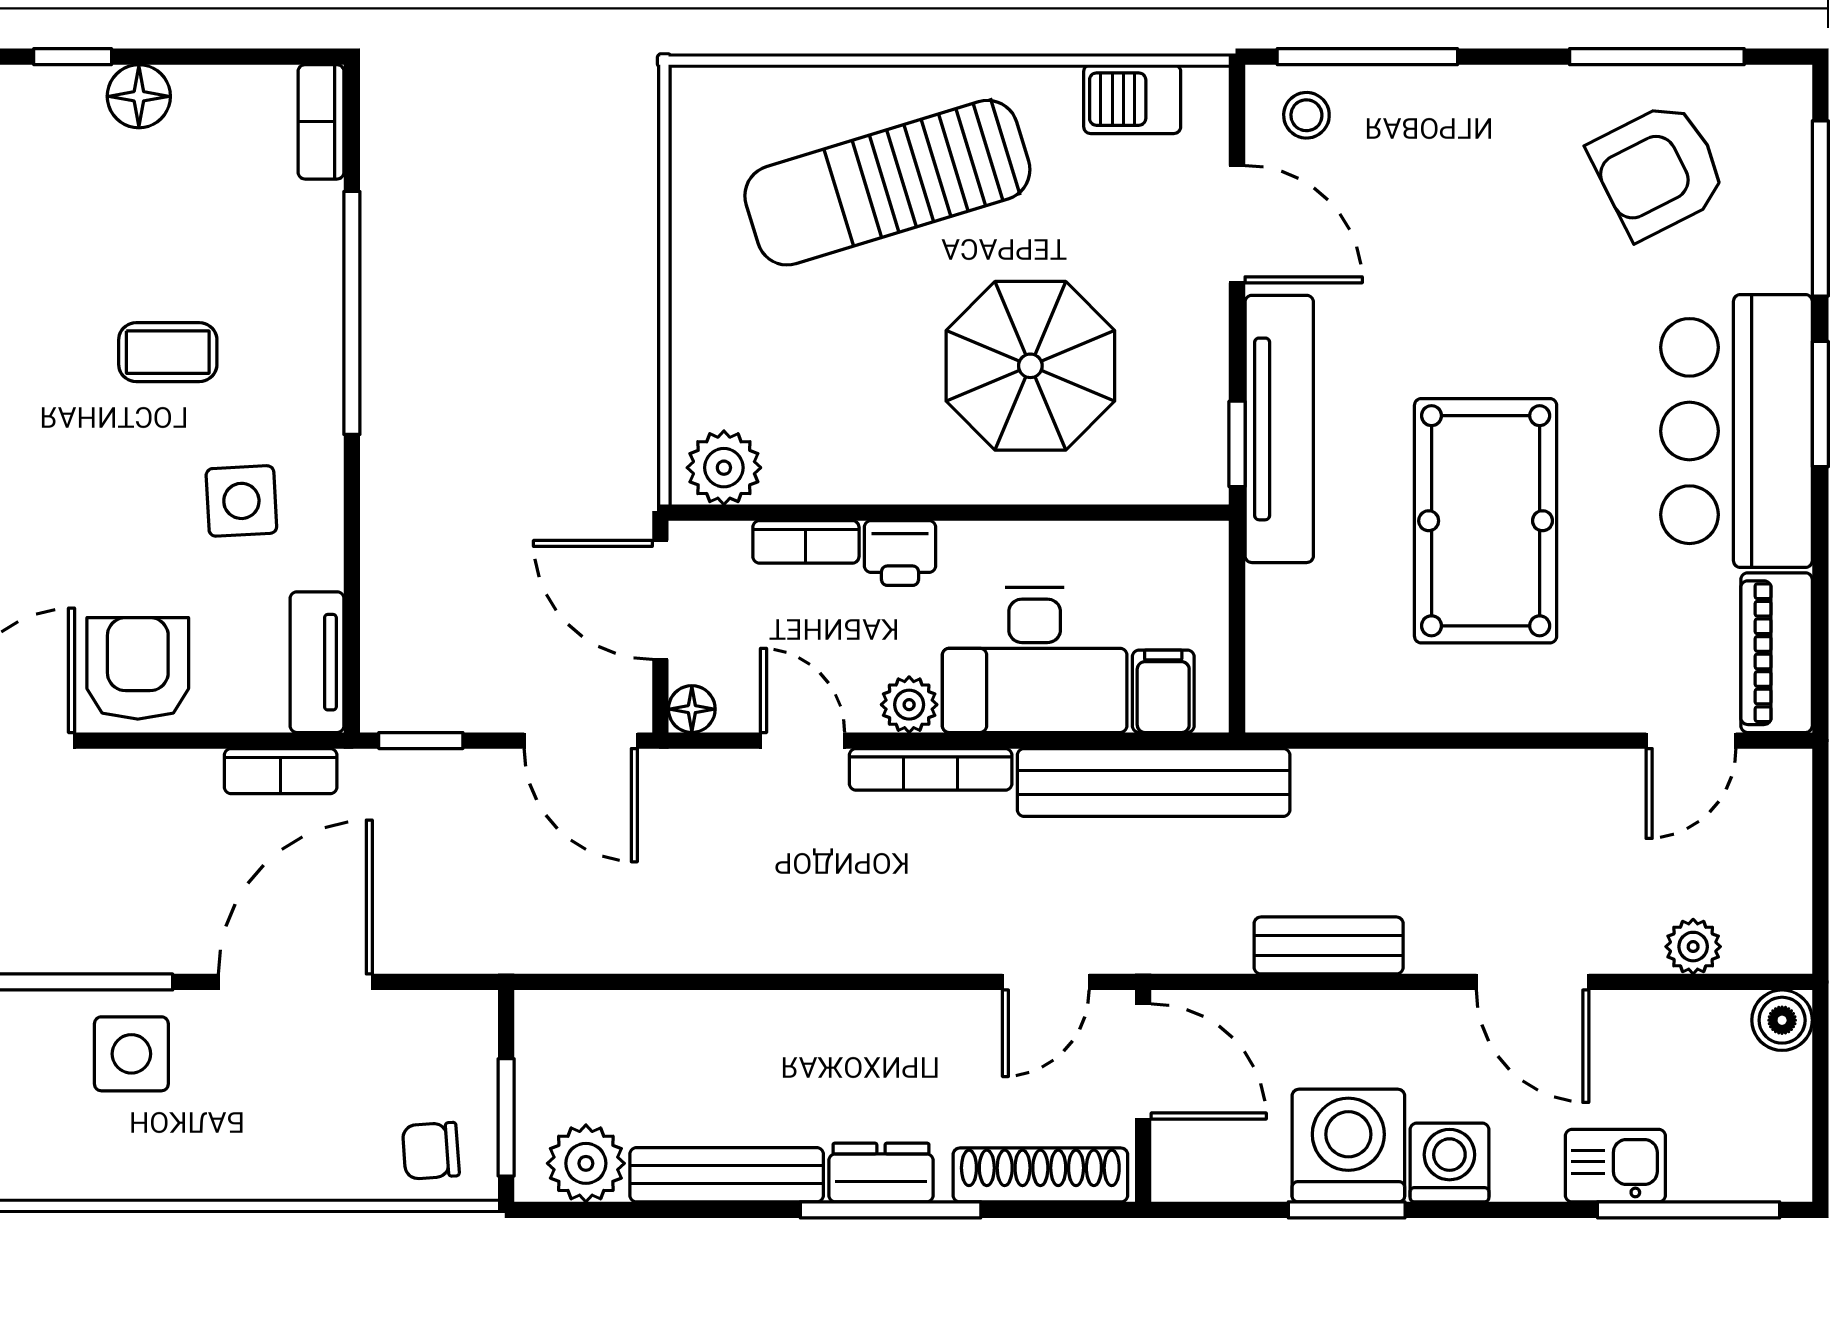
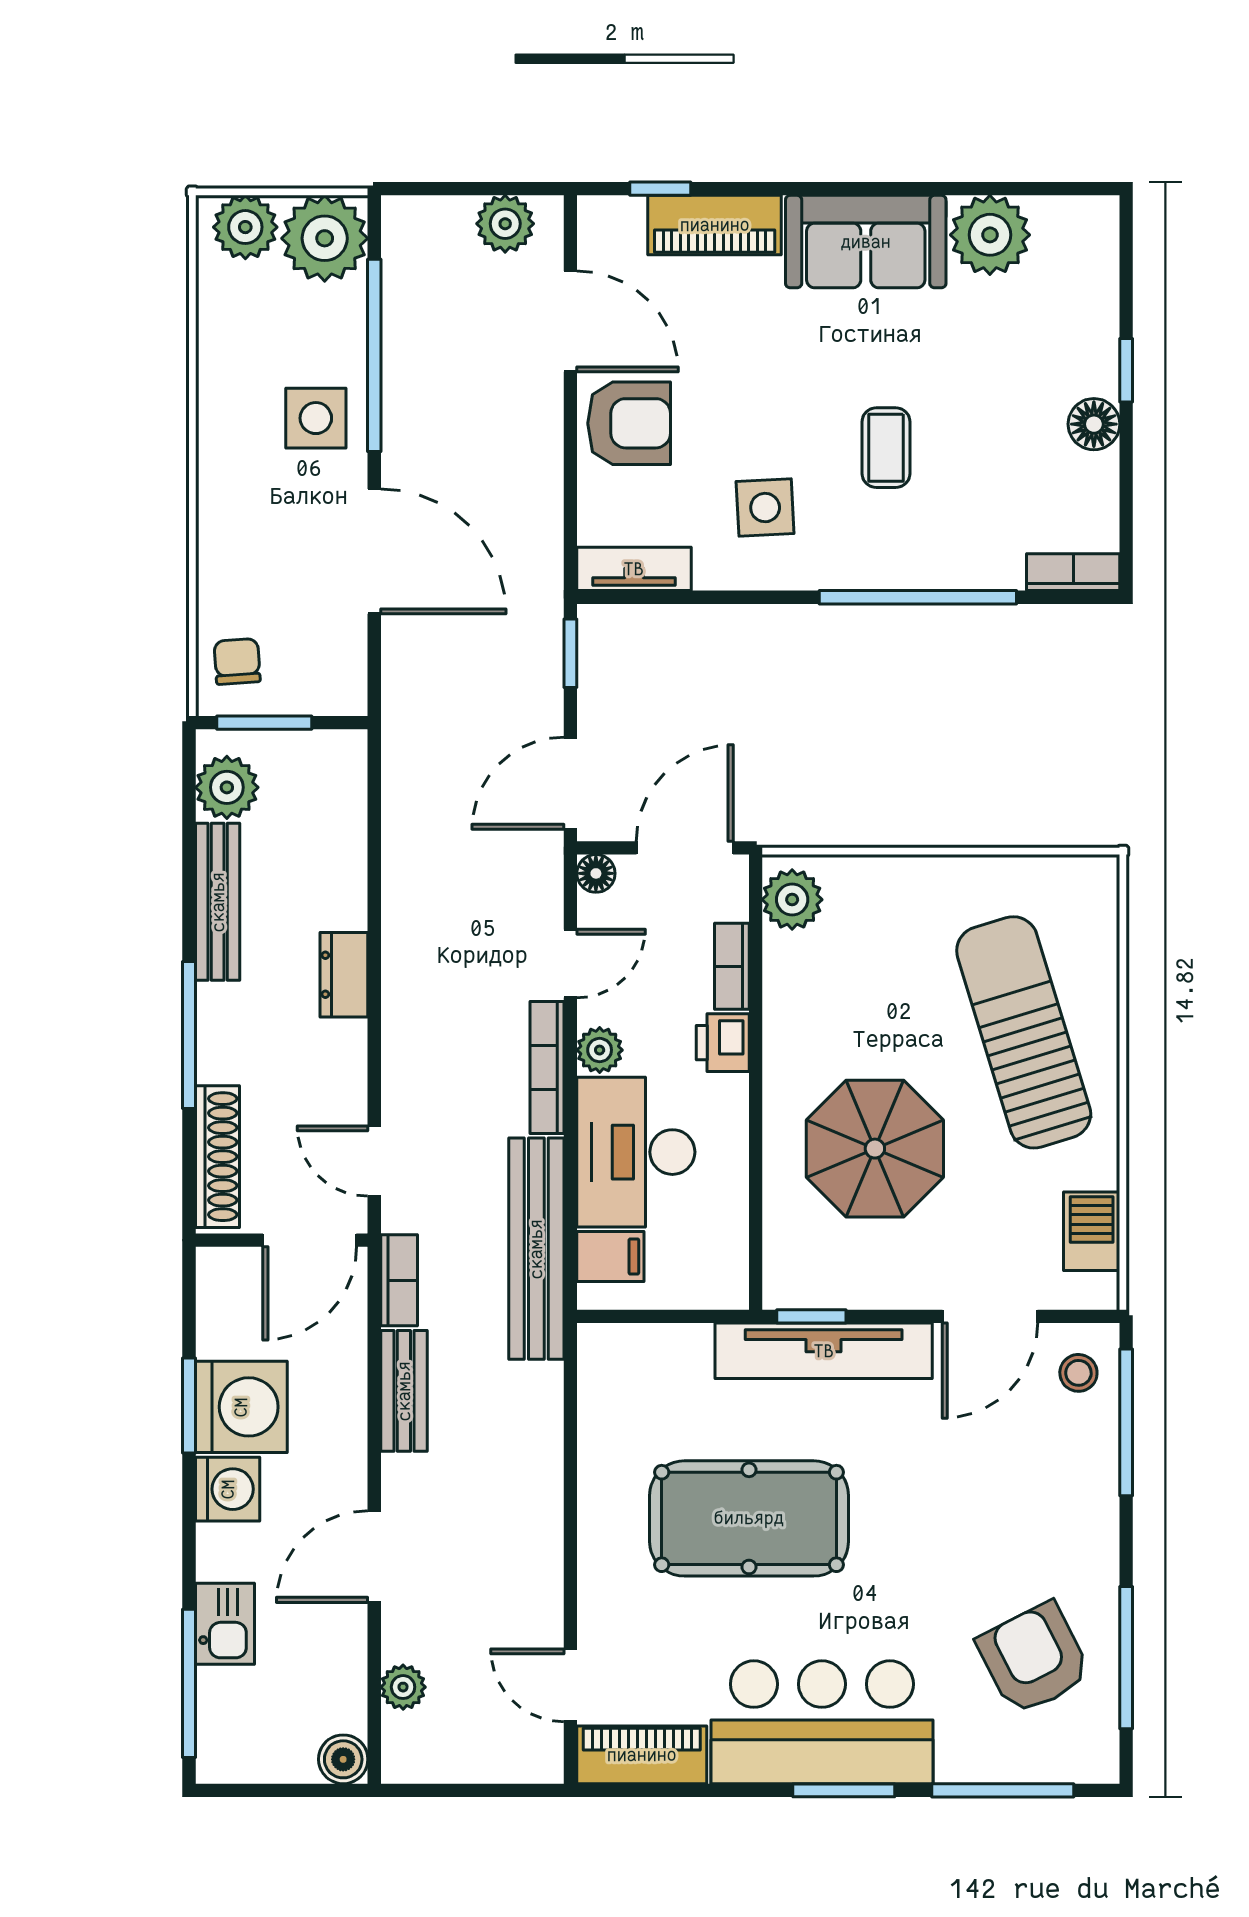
bookcase: (281, 771) -> (399, 1280), moved, turned 180
dresser: (881, 1173) -> (344, 975), moved, turned 180

